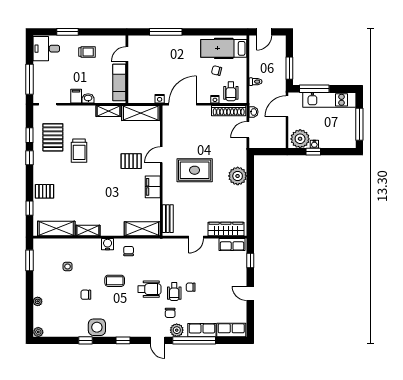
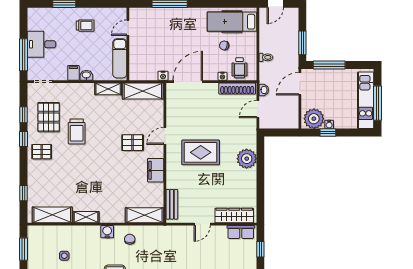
desk: (46, 49) -> (41, 44), moved
kitchen unit: (329, 100) -> (366, 100), moved, turned 90
pallet: (44, 191) -> (42, 152), moved

